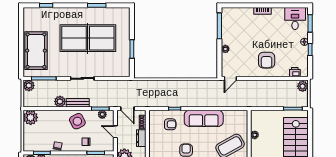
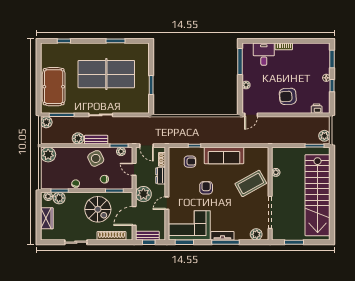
desk: (295, 19) -> (264, 54), moved
armchair: (267, 60) -> (288, 96), turned 86
plant: (303, 86) -> (324, 136), moved

